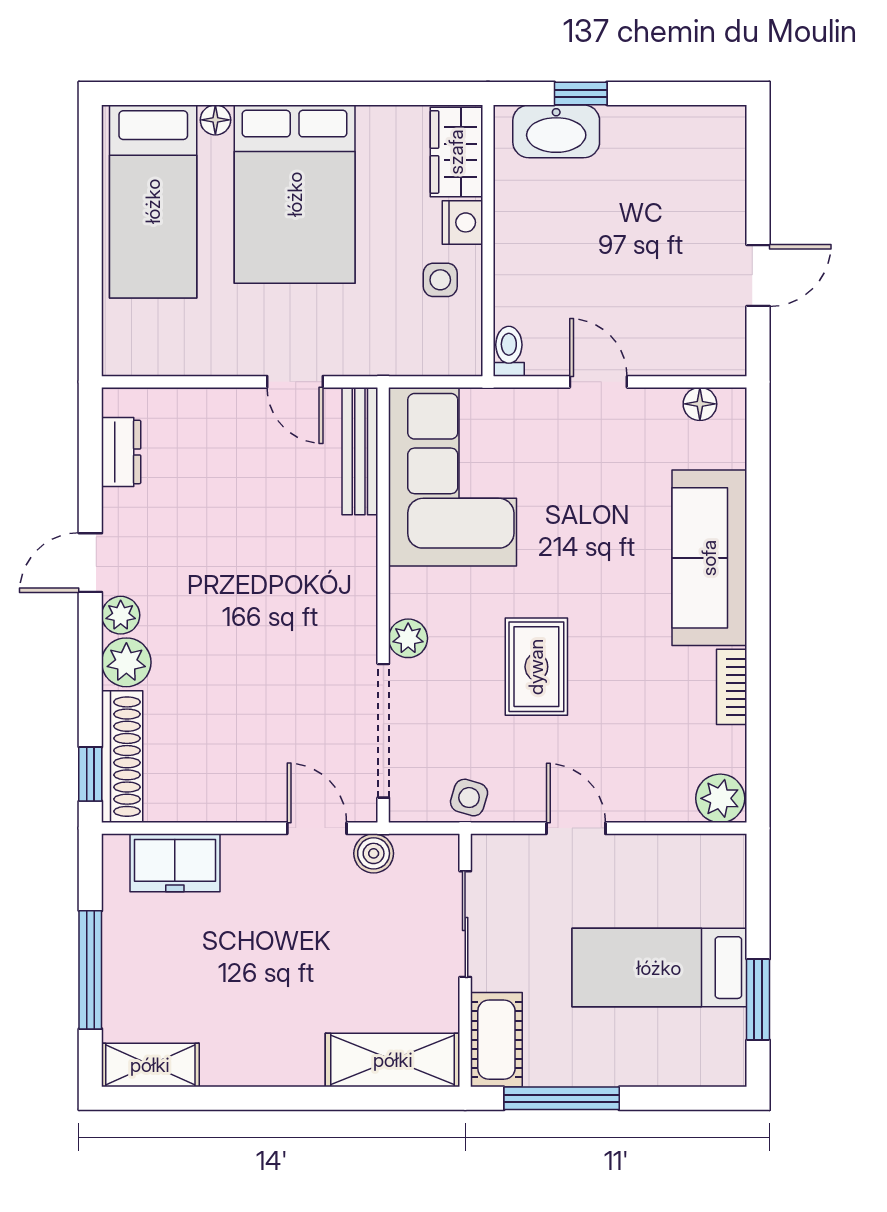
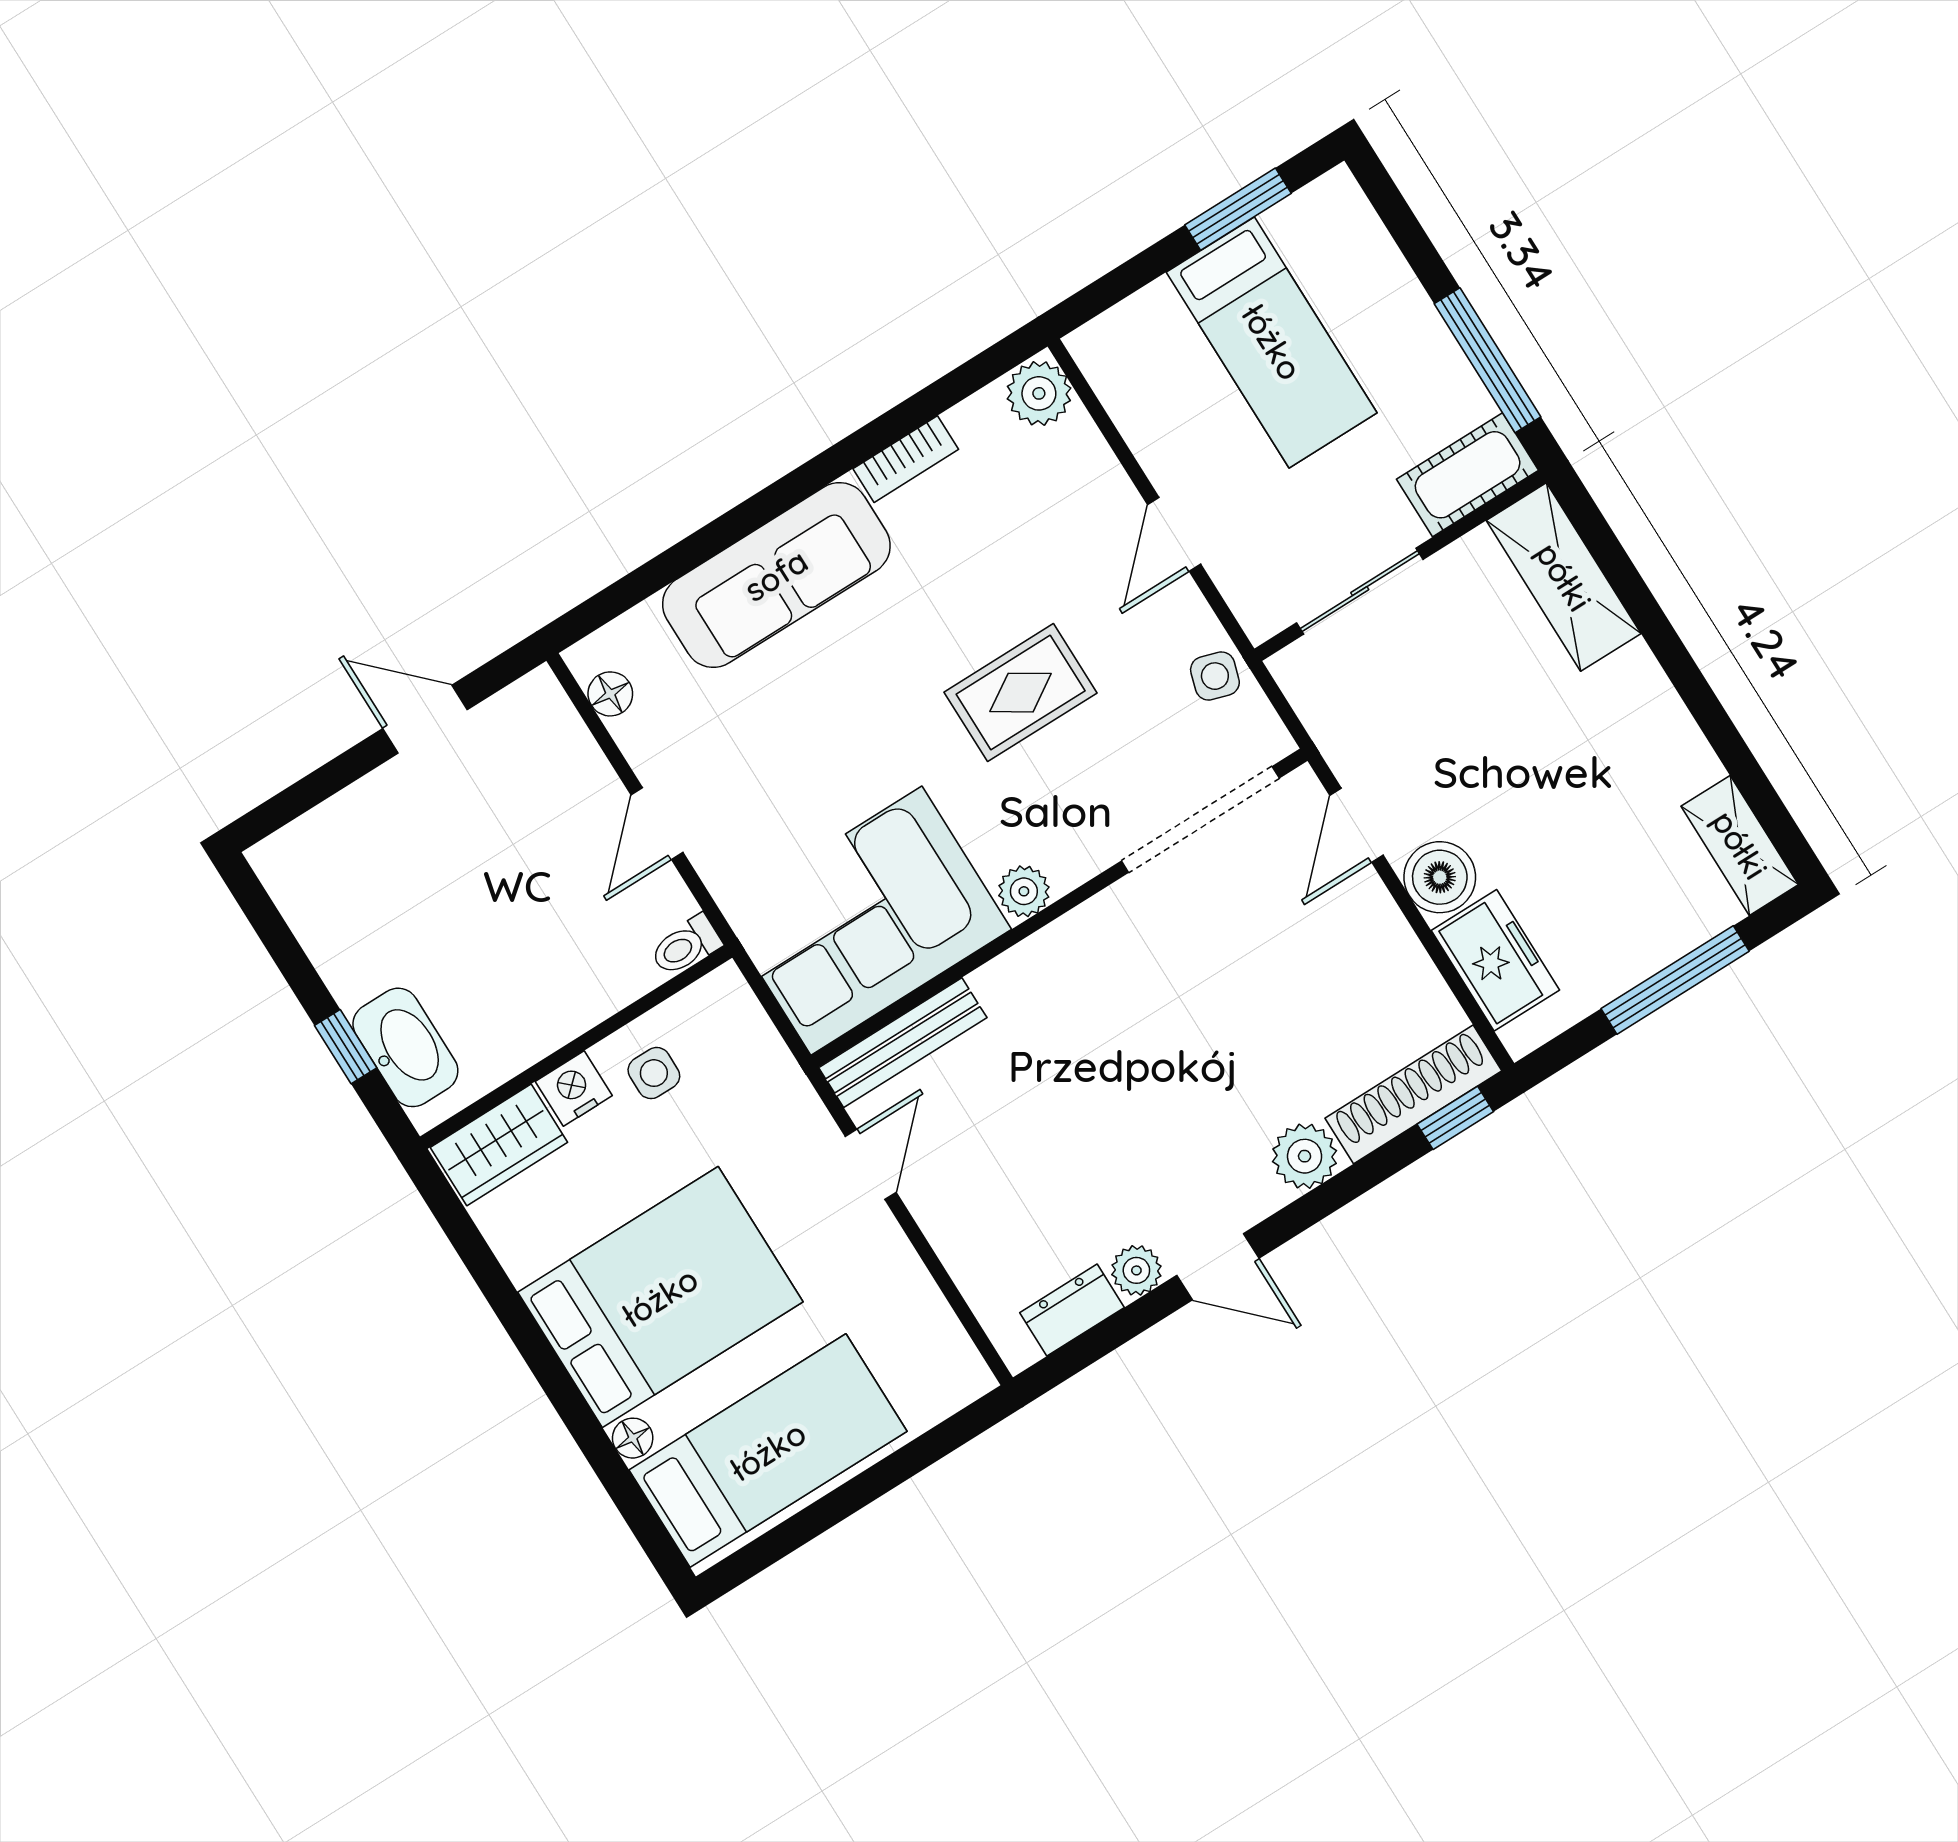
plant: (121, 615) -> (1136, 1270), moved
plant: (408, 638) -> (1024, 891), moved
boiler: (374, 853) -> (1440, 877), moved, width x1.36, depth x1.36

